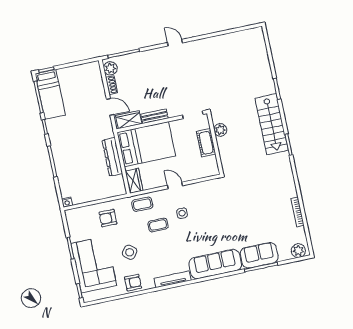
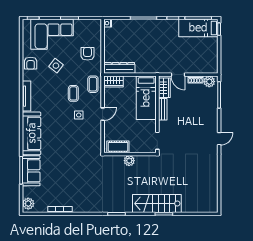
door: (110, 107) -> (178, 75), hinge flipped
stairs: (272, 124) -> (157, 203), moved
plant: (220, 130) -> (129, 161), moved
cot: (206, 143) -> (118, 147), moved
bed: (146, 144) -> (146, 98), width x0.67
dresser: (112, 157) -> (119, 68), moved

